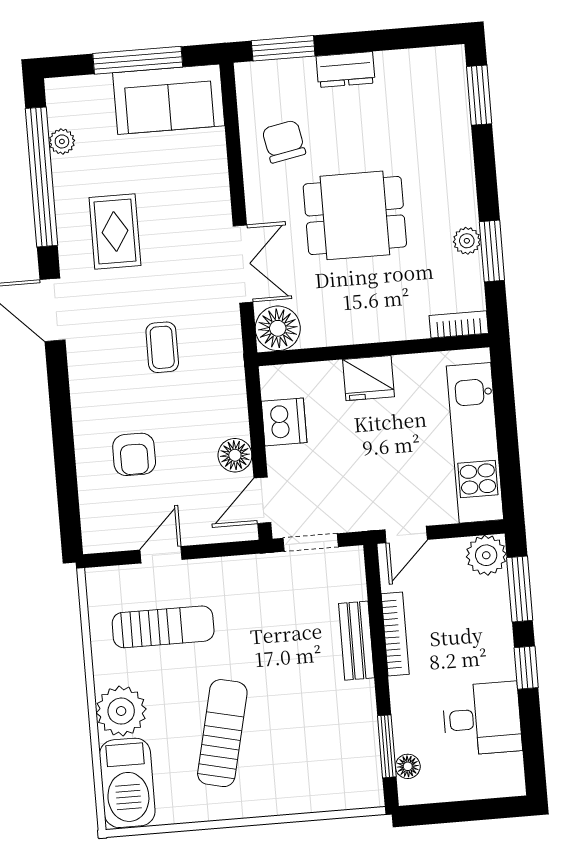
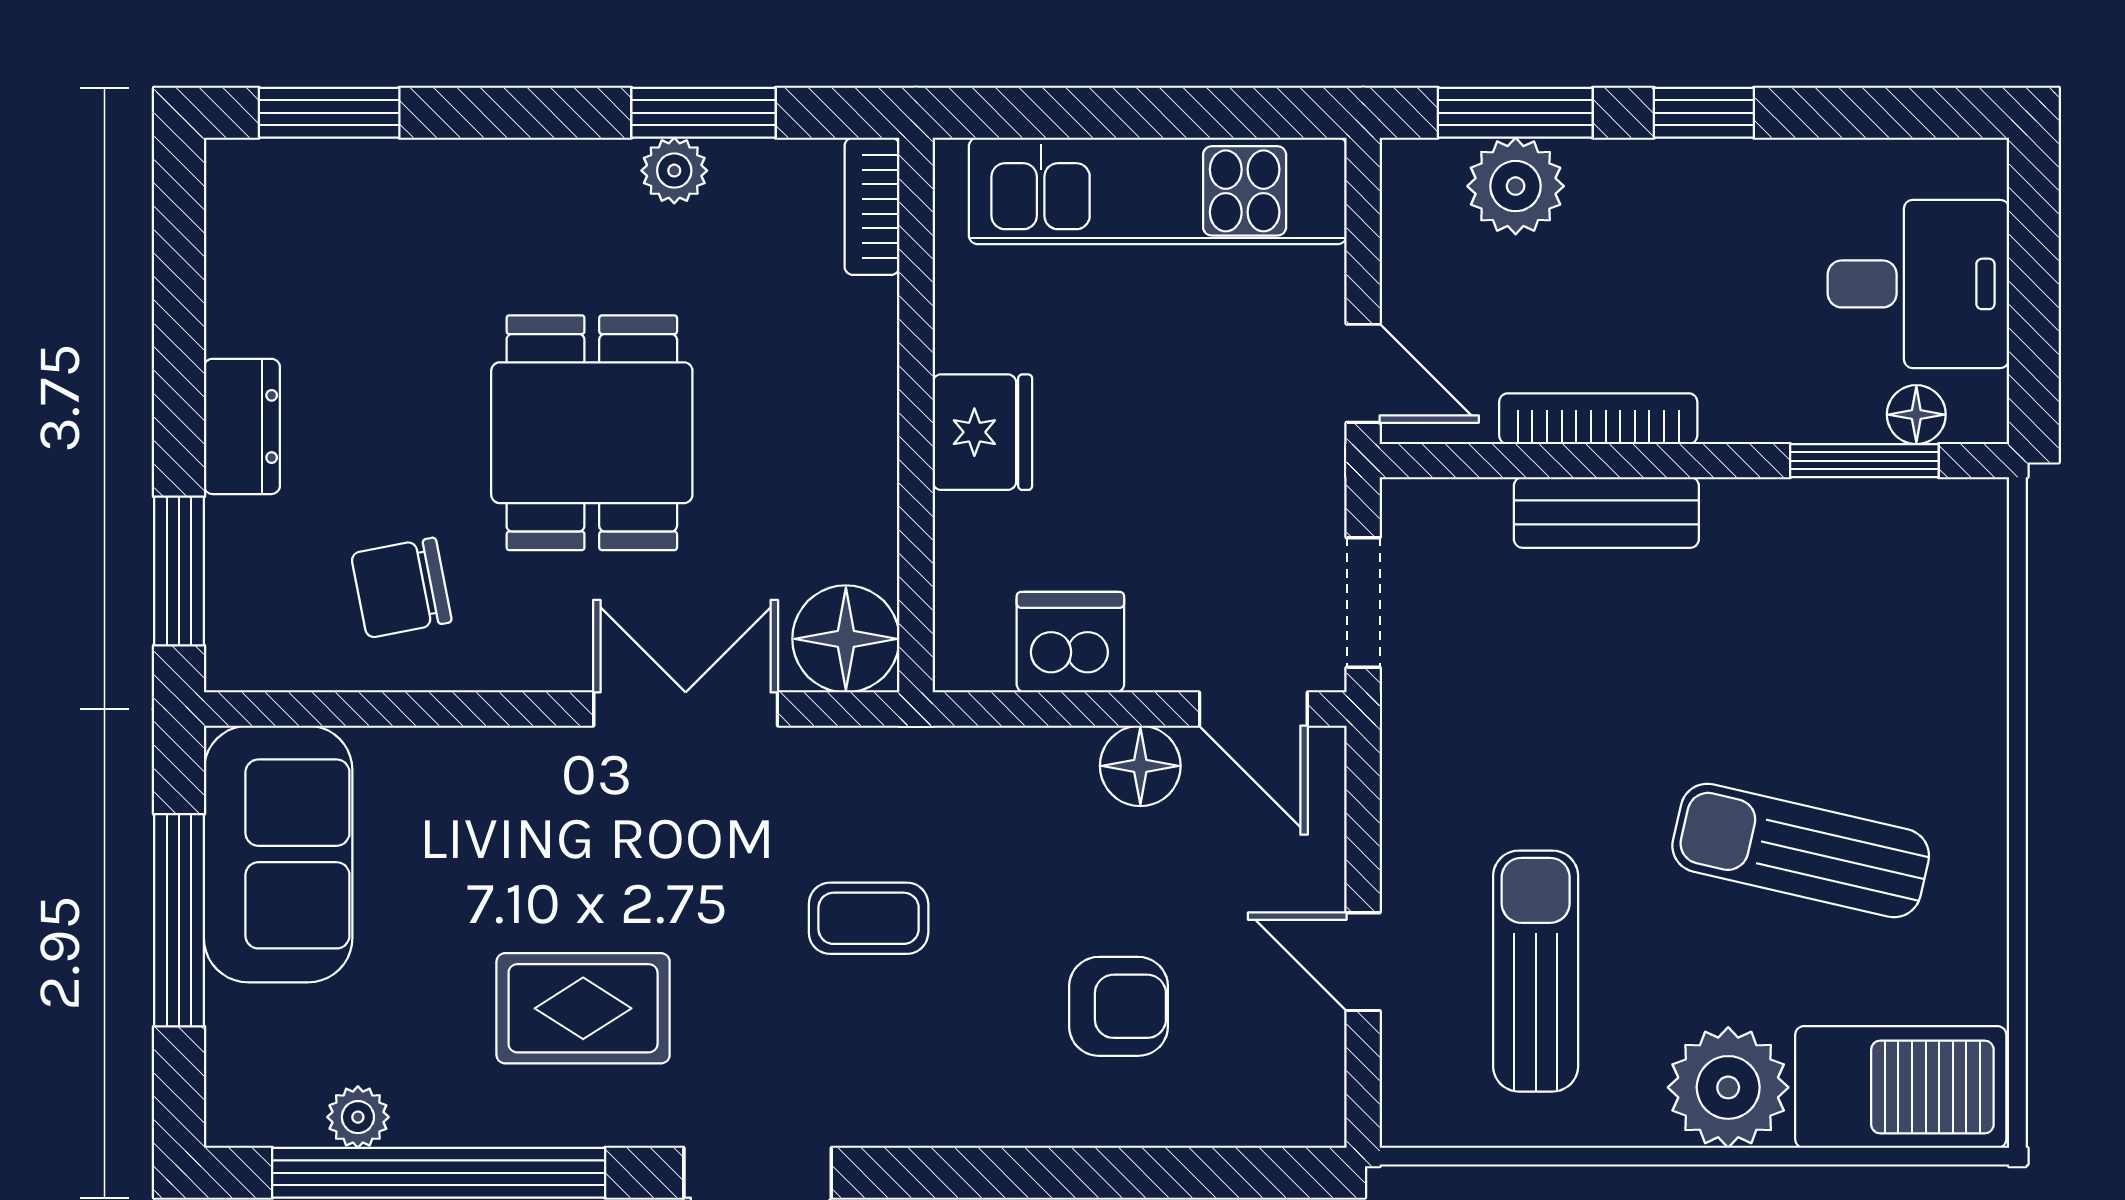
plant: (486, 555) -> (1516, 186), moved
desk: (482, 719) -> (1918, 284), moved, turned 90

